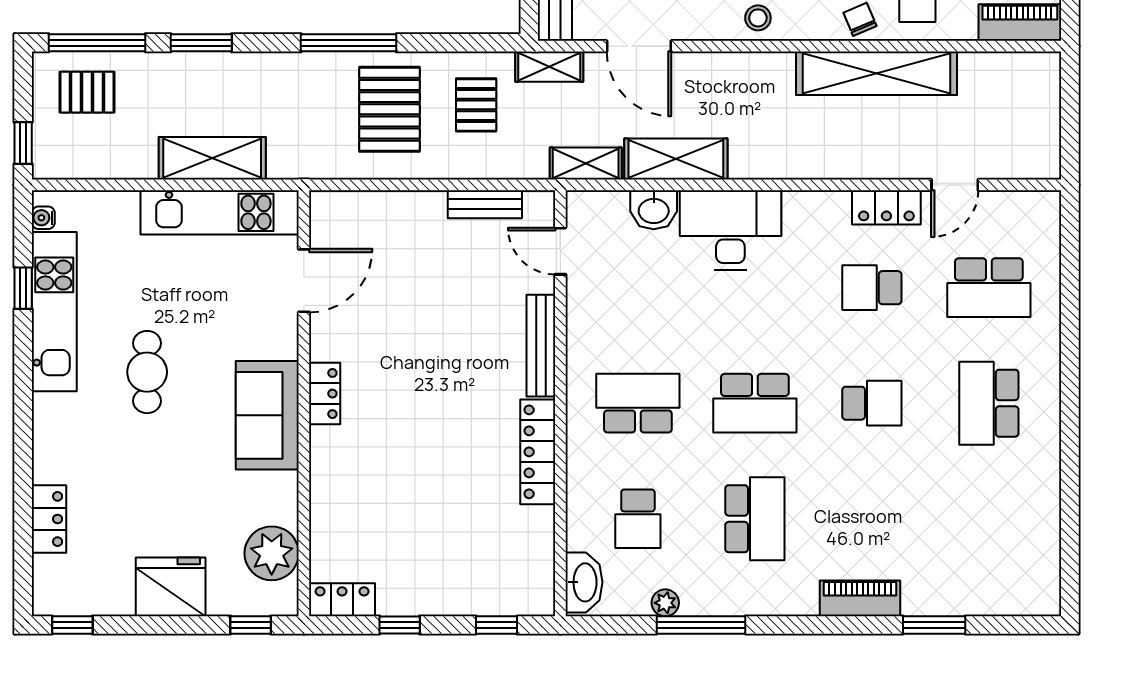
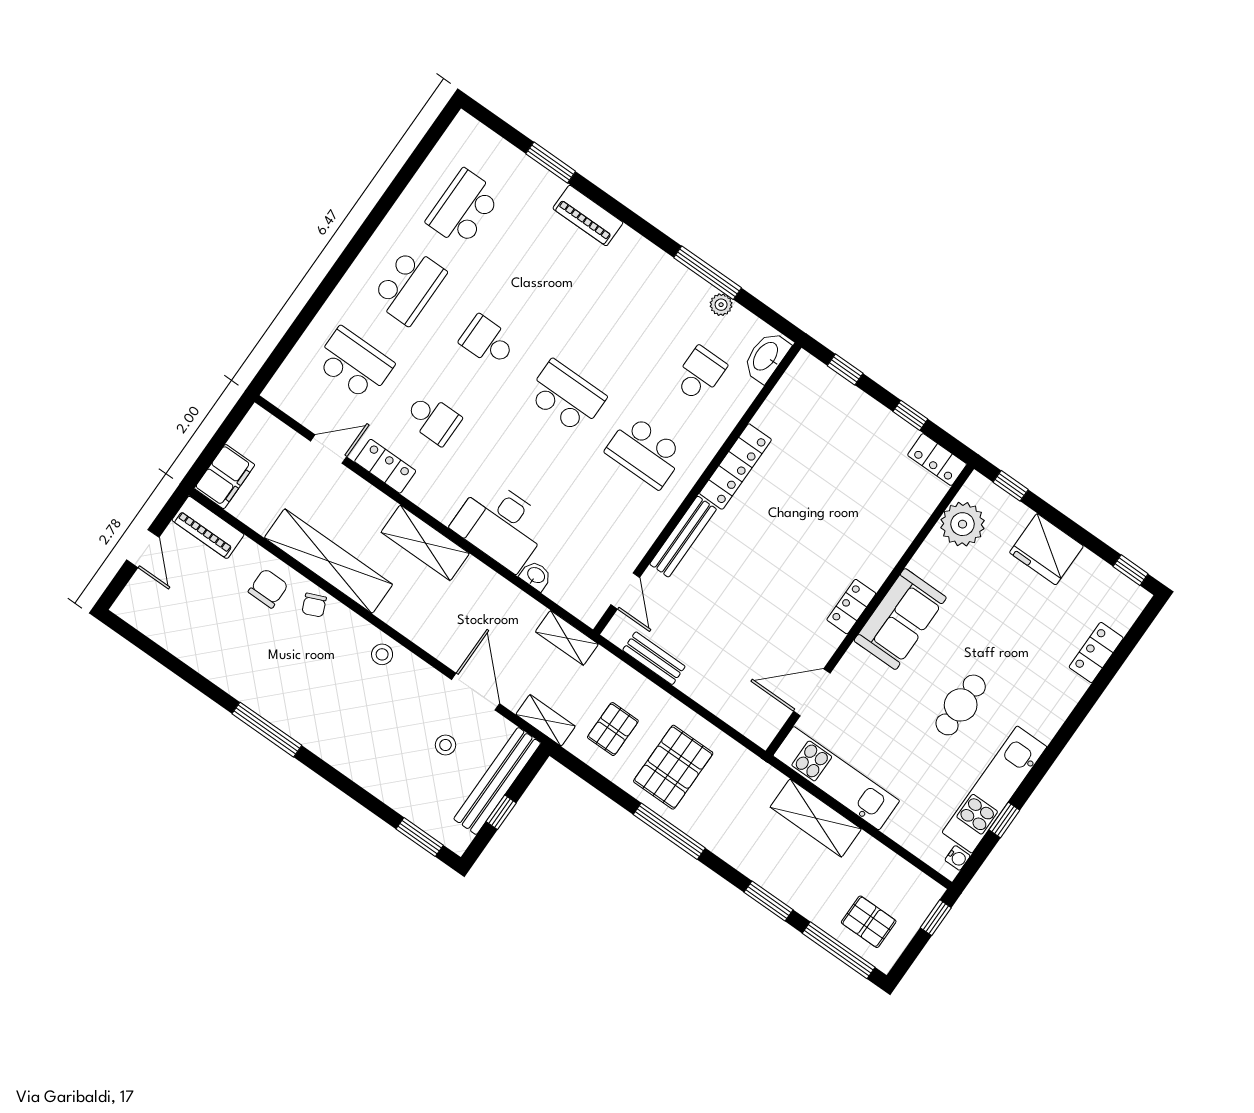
filing cabinet: (1039, 85) -> (225, 477), added
shelving: (676, 159) -> (425, 543), moved
washbasin: (654, 210) -> (536, 576), width x0.72, depth x0.69
school desk: (755, 519) -> (464, 208), moved

